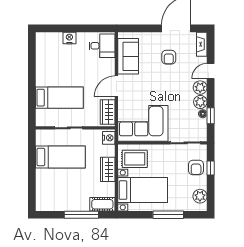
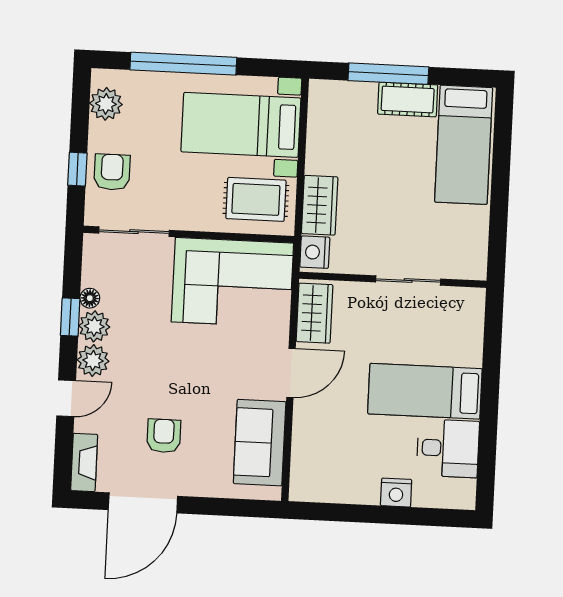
desk: (102, 46) -> (448, 448), moved, turned 180
bed: (59, 98) -> (425, 391), moved
window: (211, 116) -> (70, 317), moved
bed: (60, 157) -> (464, 145), moved, turned -90
wardrobe: (108, 169) -> (320, 205), moved
cot: (102, 204) -> (408, 99), moved
window: (168, 215) -> (183, 64), width x1.46

